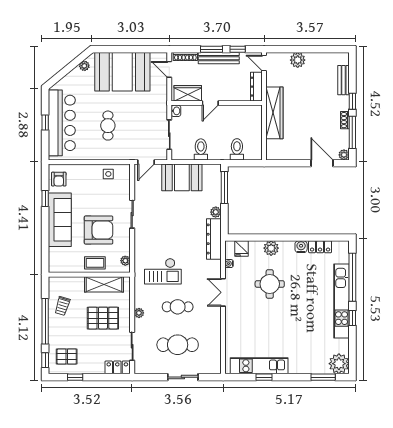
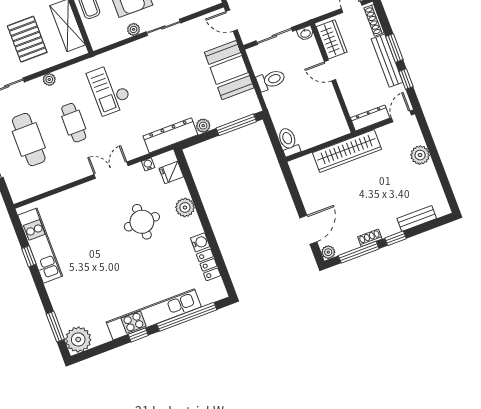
toilet: (237, 149) -> (289, 142), moved, turned -90
plant: (125, 261) -> (134, 29), moved

